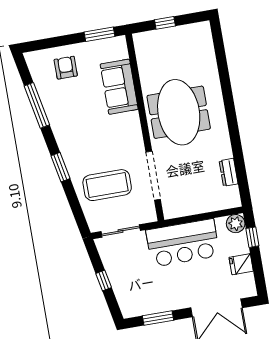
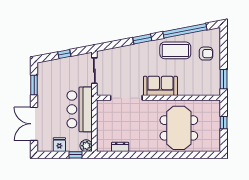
sofa: (119, 87) -> (160, 86), moved
window: (37, 105) -> (185, 31), width x1.46
meeting table: (179, 112) -> (179, 128), moved, turned 90
coffee table: (107, 185) -> (175, 50), moved, turned 90

